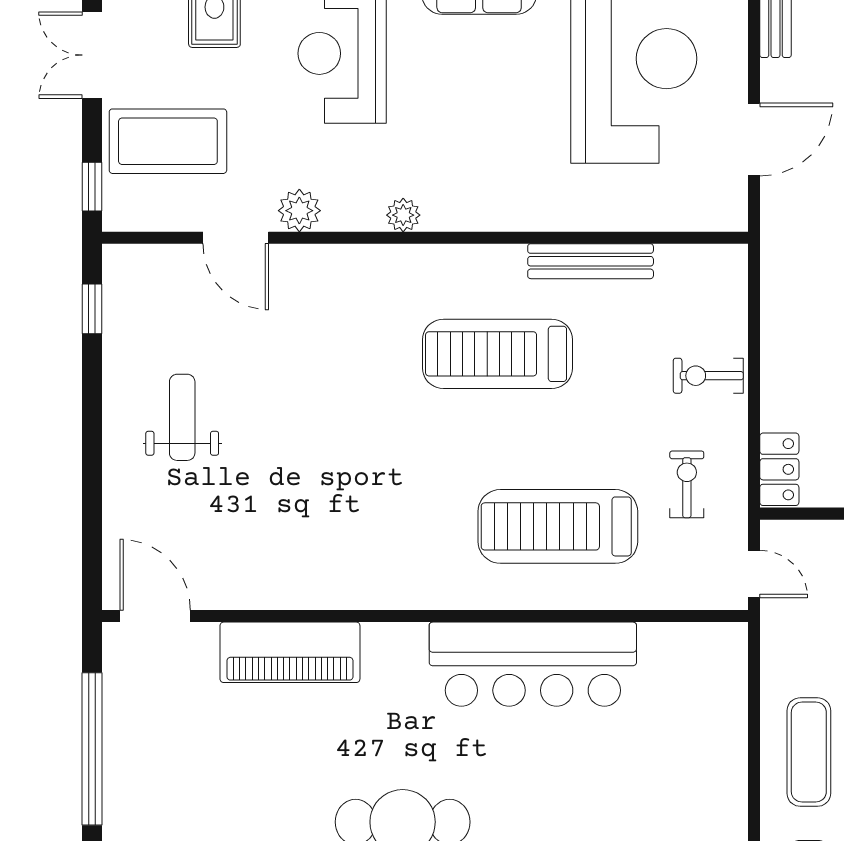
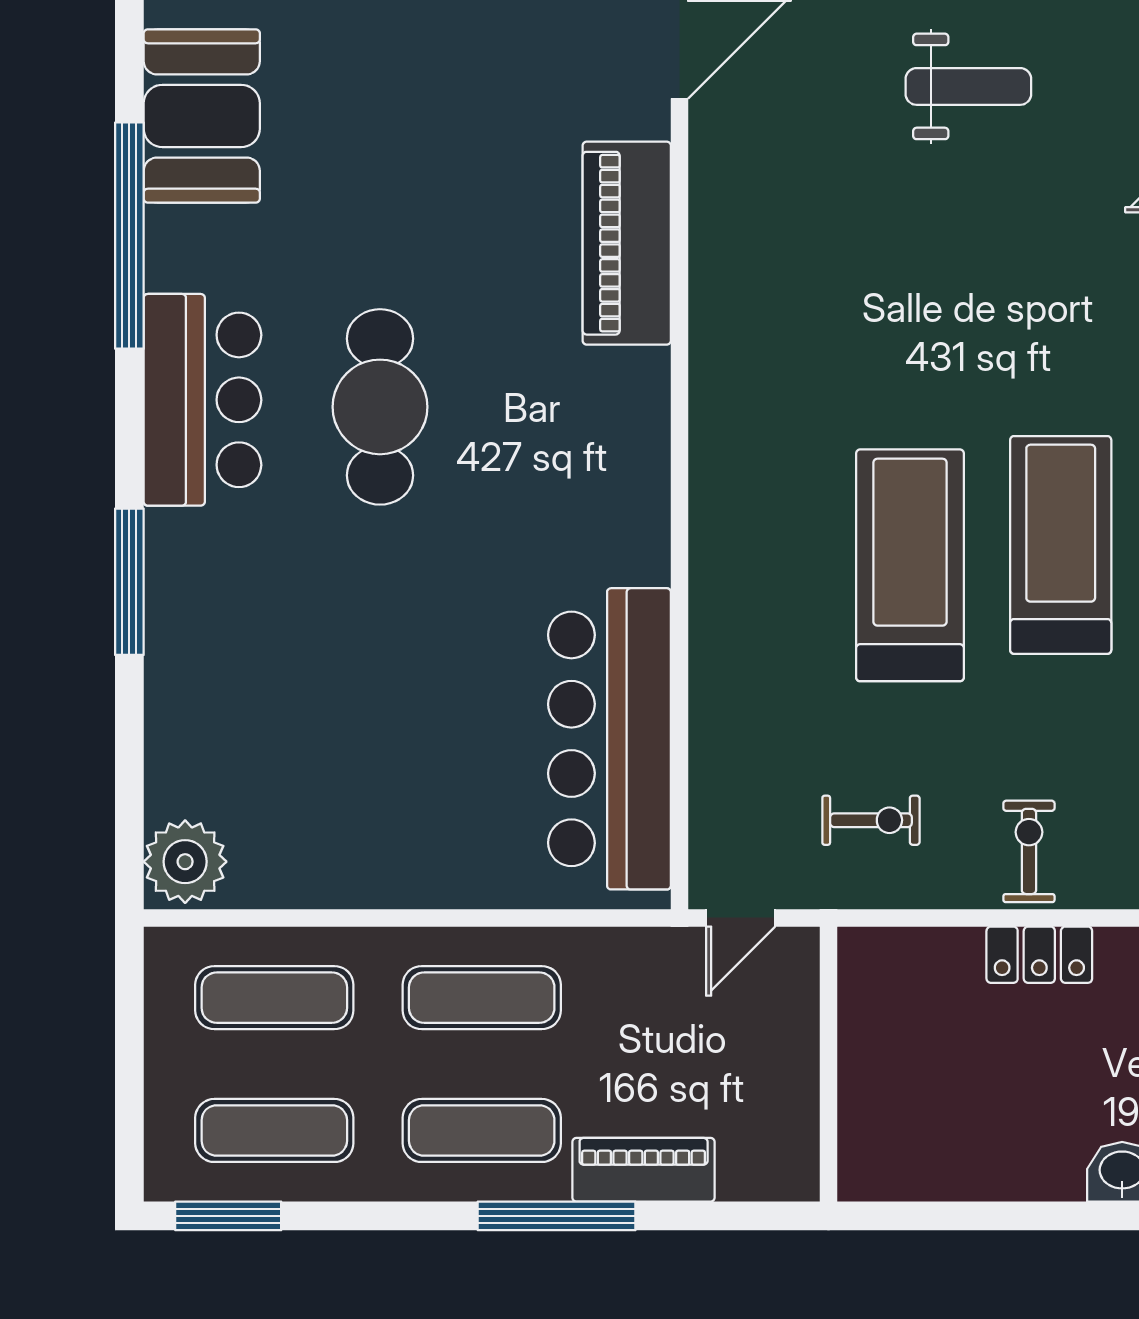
locker: (779, 469) -> (1039, 955), moved
treadmill: (558, 526) -> (910, 565), moved
bar counter: (533, 664) -> (609, 739), moved

